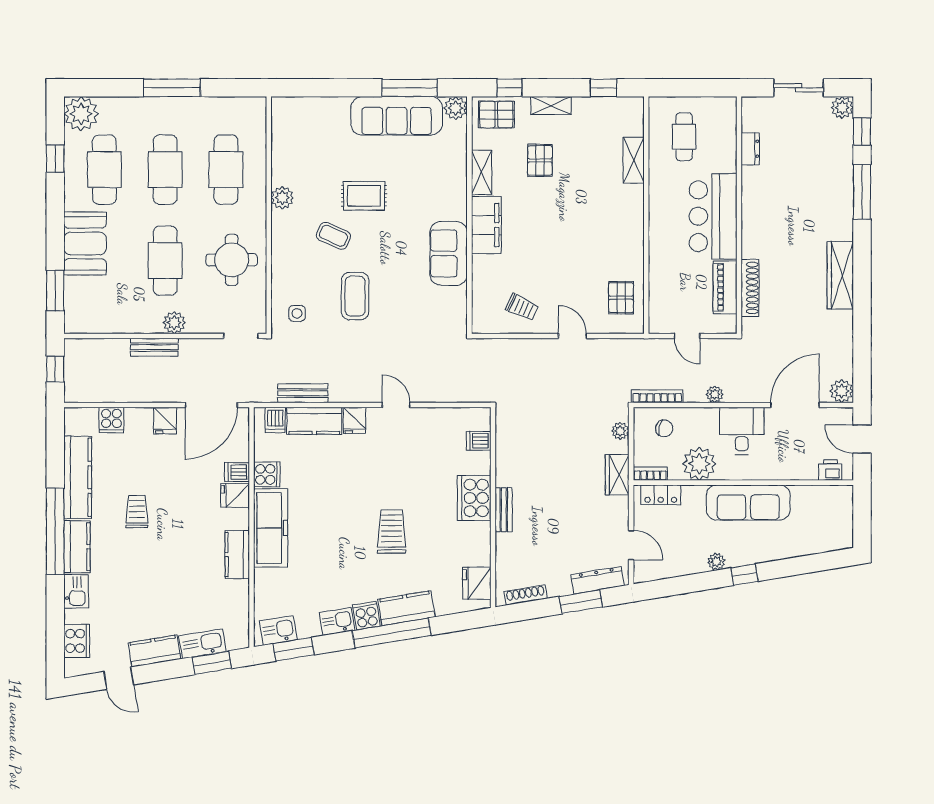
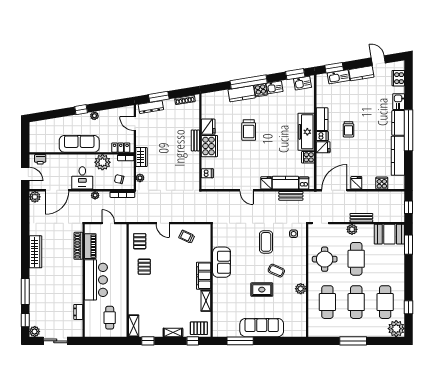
plant: (456, 108) -> (218, 331), removed
sofa: (397, 116) -> (262, 328), moved
pallet: (540, 160) -> (144, 267), moved
shelving: (634, 160) -> (134, 326), moved
booth: (85, 243) -> (389, 234), moved, turned 90
dishwasher: (237, 472) -> (322, 136), moved
trolley: (137, 511) -> (348, 129), moved
fridge: (477, 583) -> (208, 127), moved

